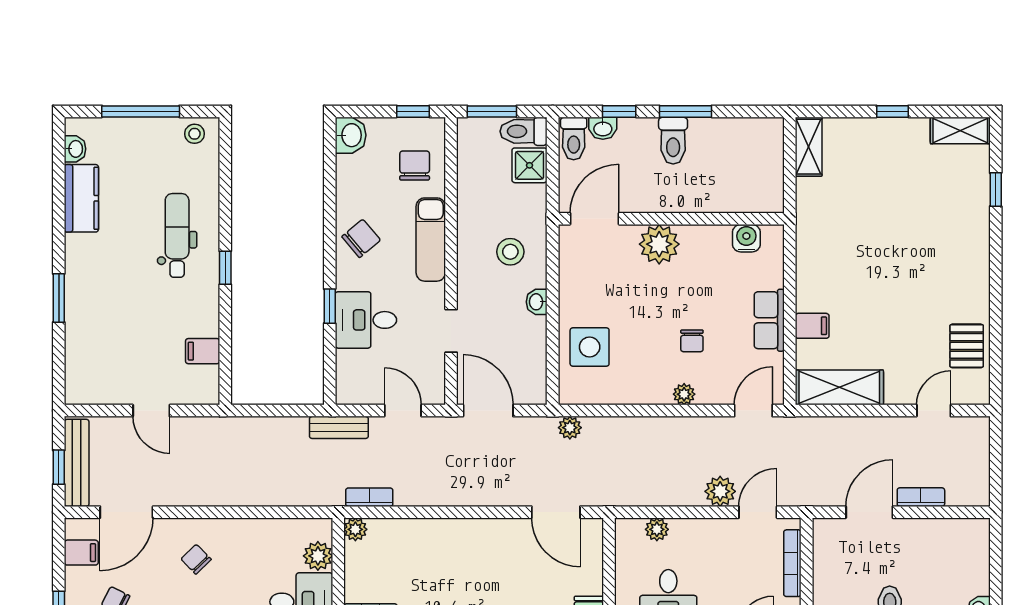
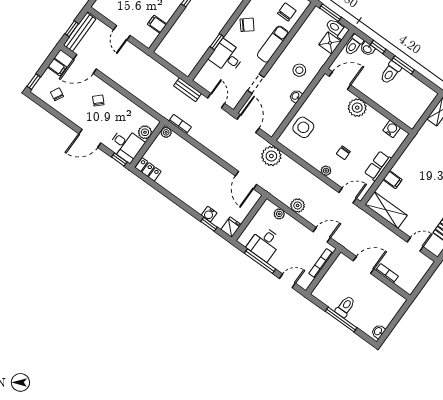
plant: (570, 428) -> (271, 156), width x1.88, depth x1.88
plant: (720, 491) -> (298, 205), moved

